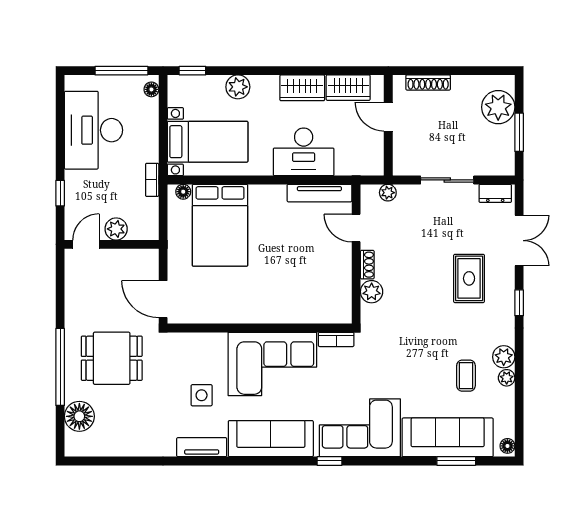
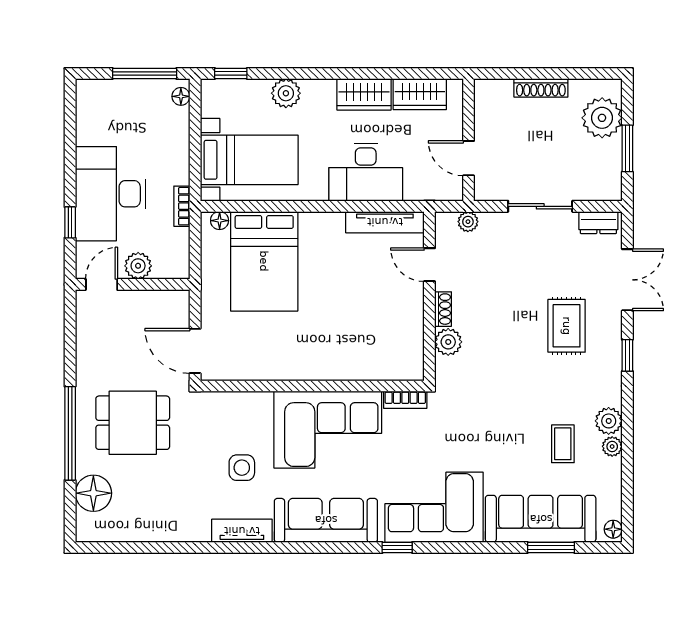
shoe rack: (428, 82) -> (541, 88), moved
door: (388, 117) -> (469, 158), moved
desk: (93, 130) -> (111, 194), moved

